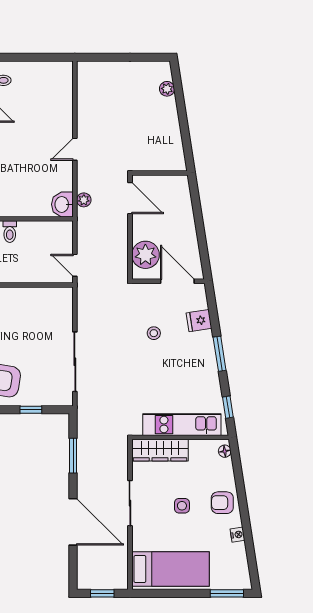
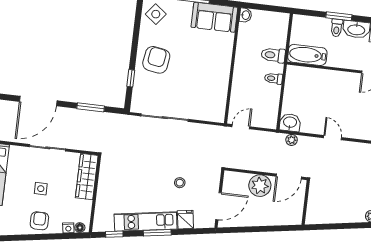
plant: (145, 255) -> (260, 186), moved
kitchen unit: (182, 425) -> (146, 221), moved, turned -99
nightstand: (238, 535) -> (68, 228), moved

